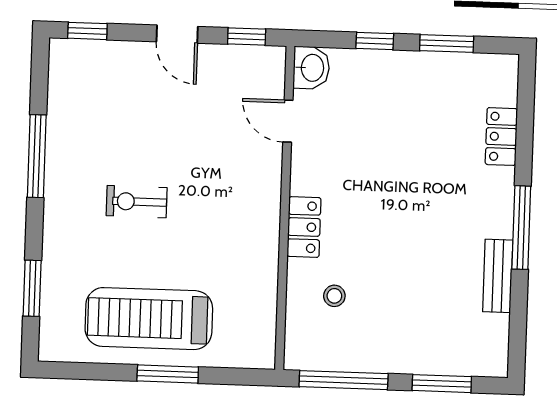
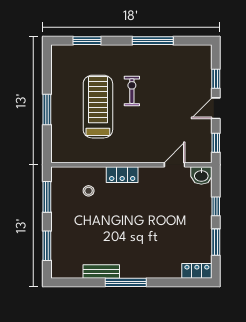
window: (87, 31) -> (216, 79), moved
locker: (501, 137) -> (197, 271), moved
treadmill: (149, 319) -> (98, 107), moved
window: (344, 380) -> (47, 197), width x0.69

